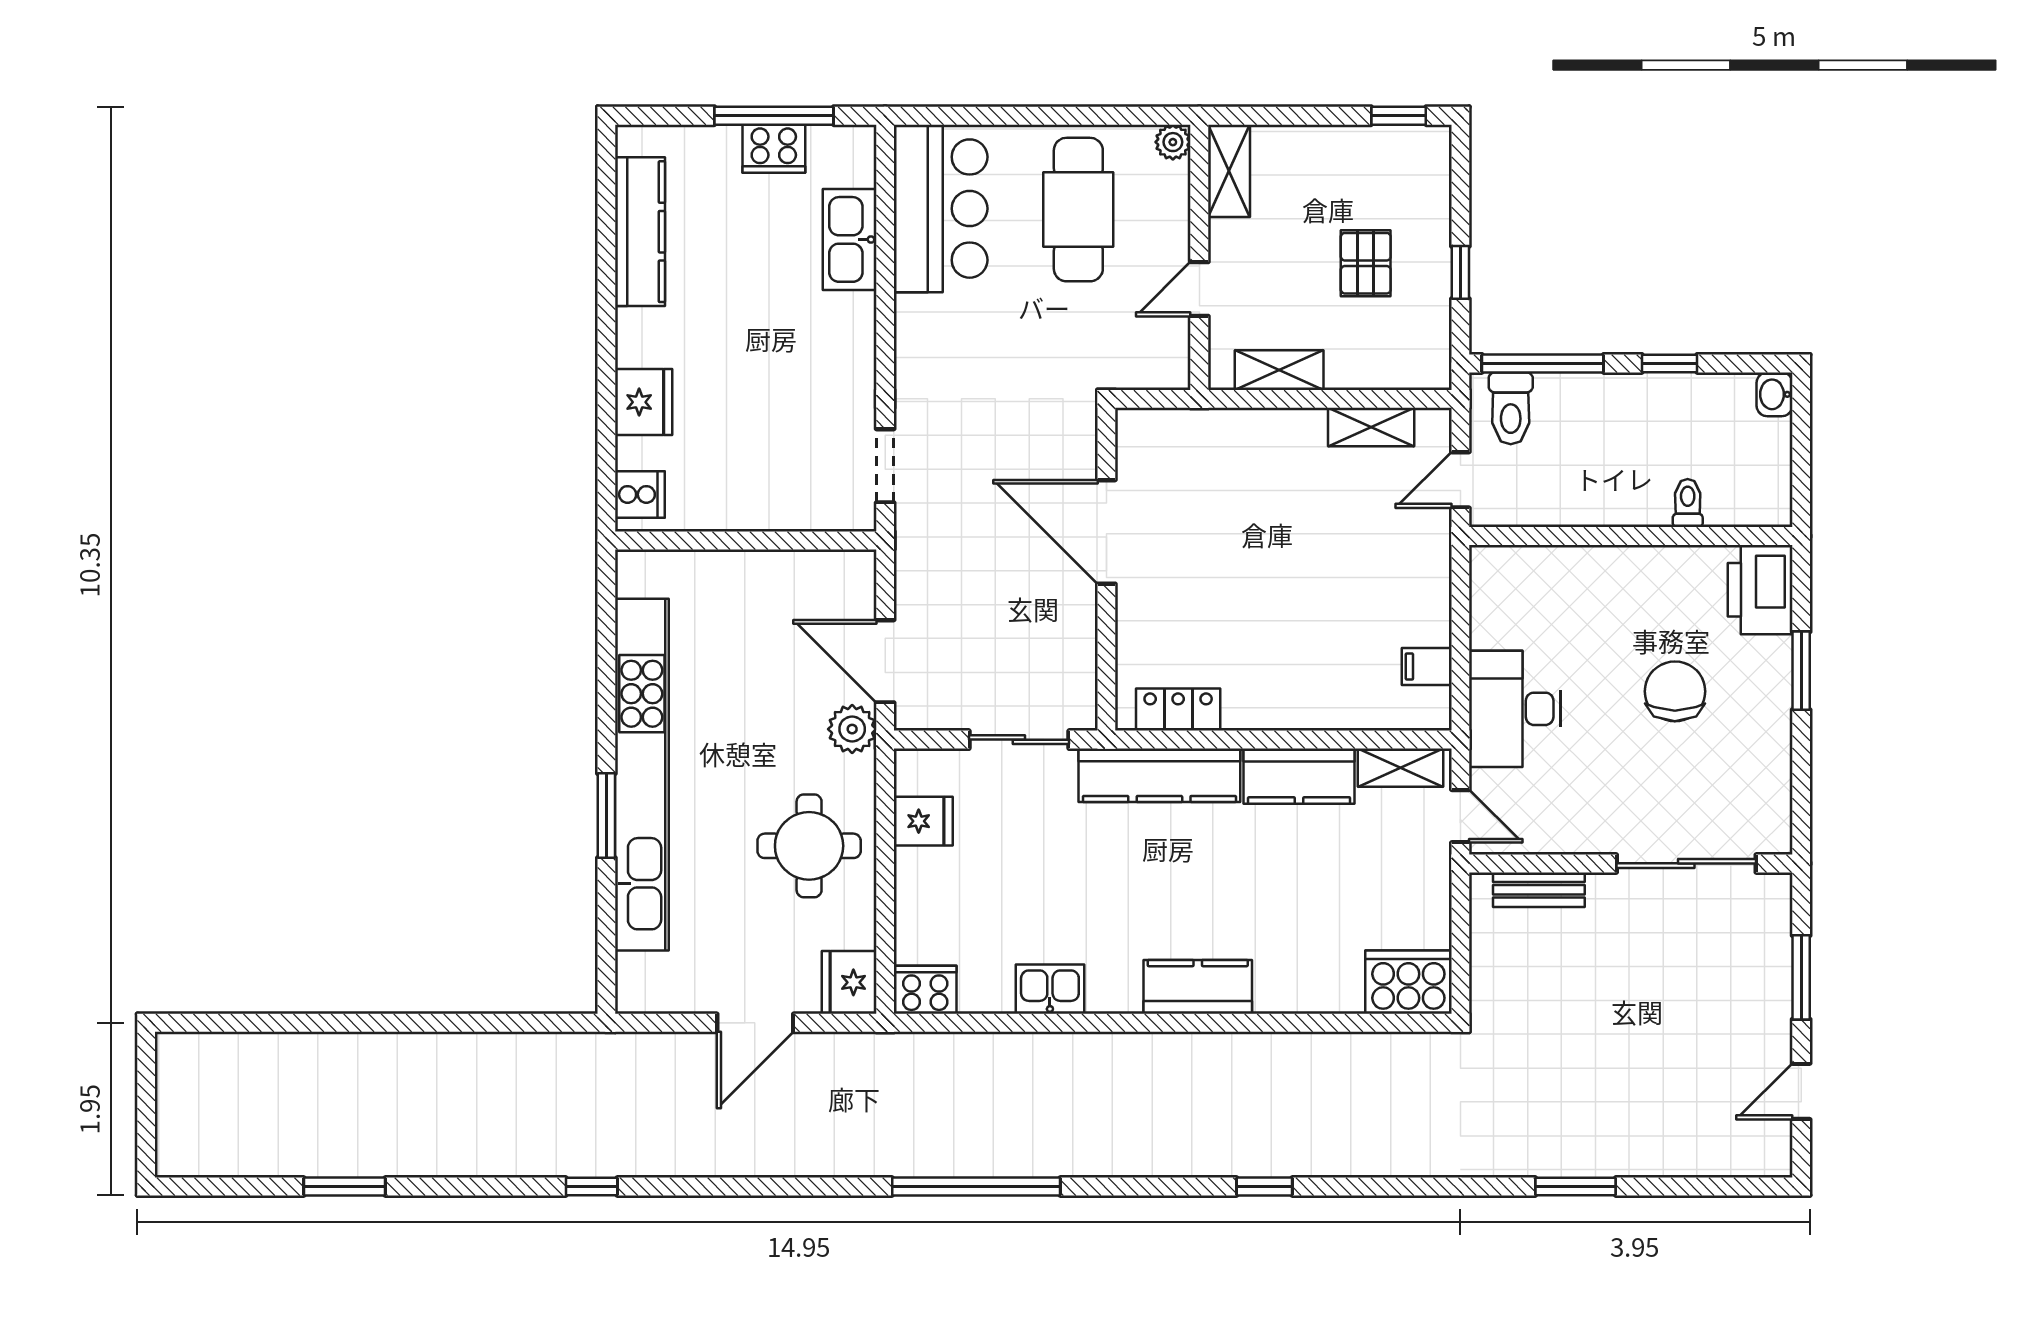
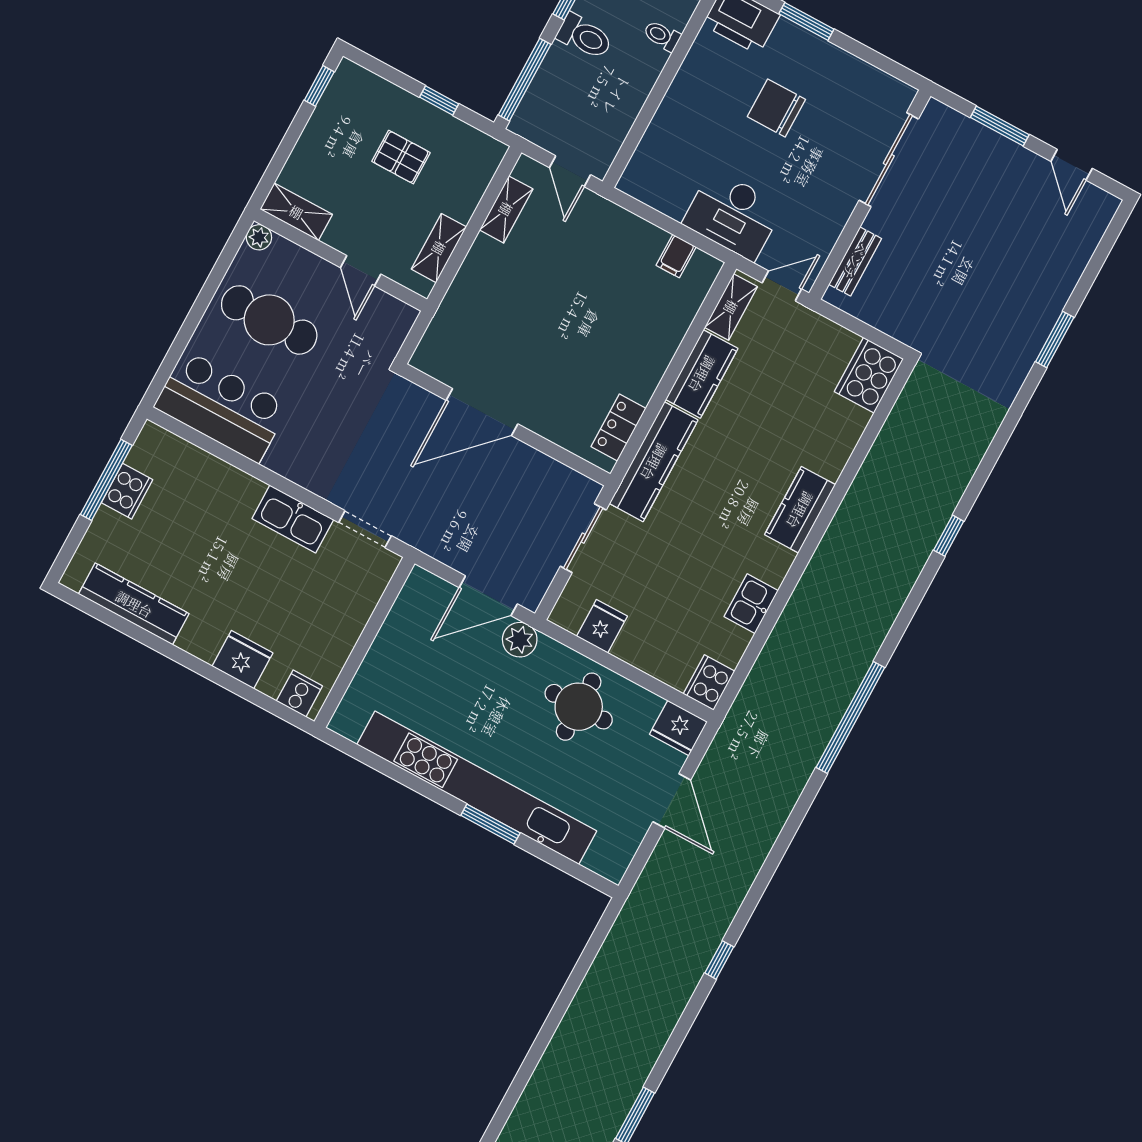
kitchen sink: (850, 239) -> (293, 519), moved
toilet: (1511, 408) -> (585, 36), moved

